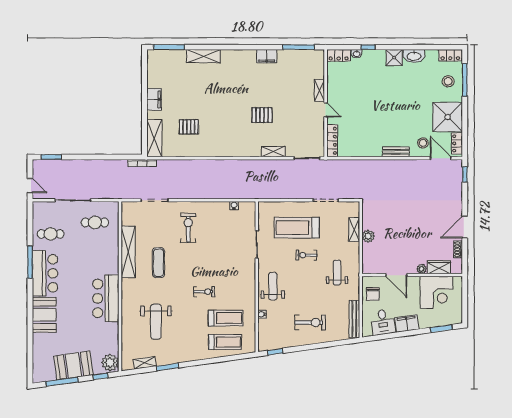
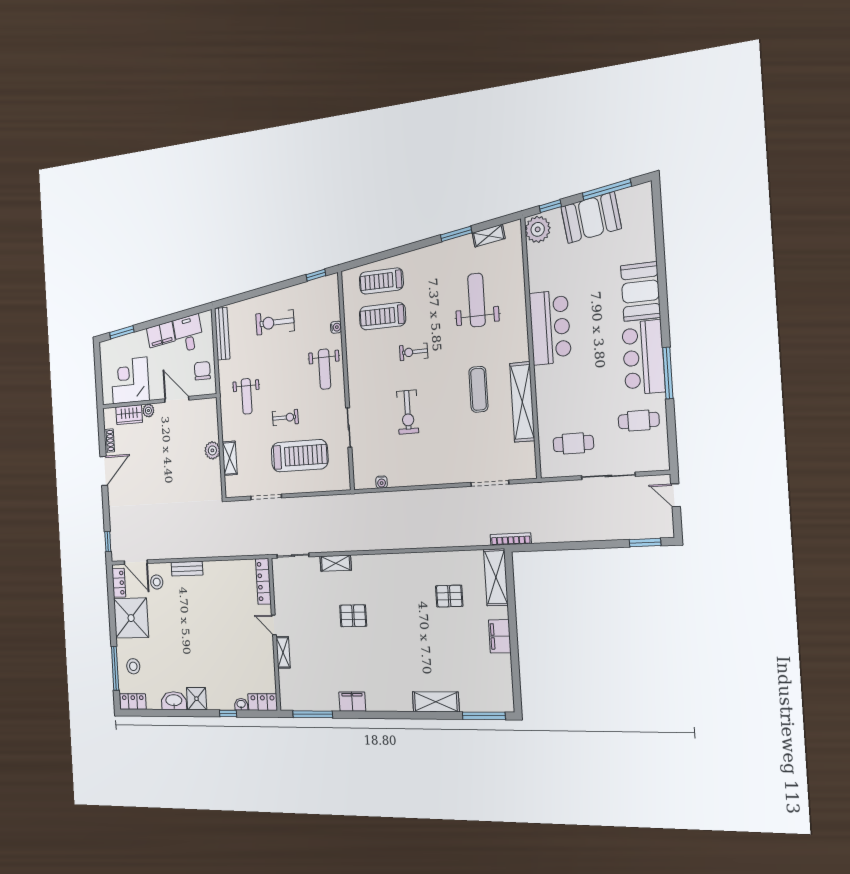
exercise bike: (188, 228) -> (408, 412), moved

